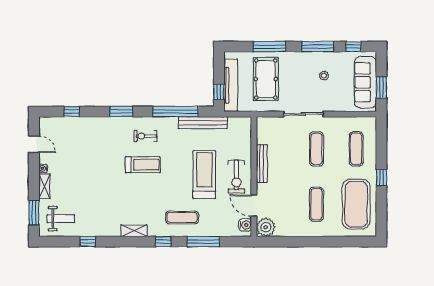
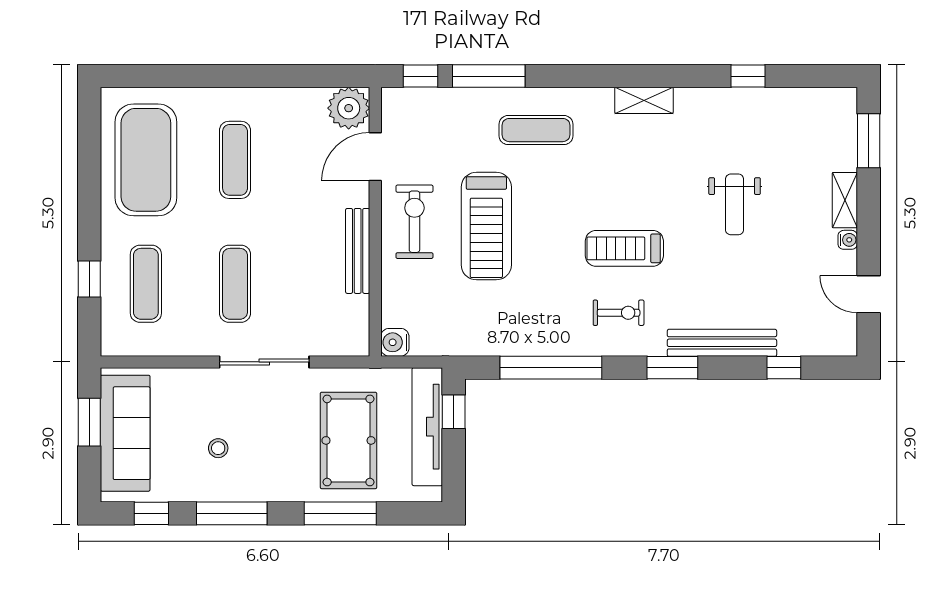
bench: (203, 123) -> (722, 343), moved
window: (381, 178) -> (89, 279), moved
door: (254, 206) -> (375, 157), swing flipped
weight bench: (61, 219) -> (735, 204), moved, turned -90
water cooler: (245, 225) -> (395, 342), moved
window: (163, 242) -> (421, 76), moved

